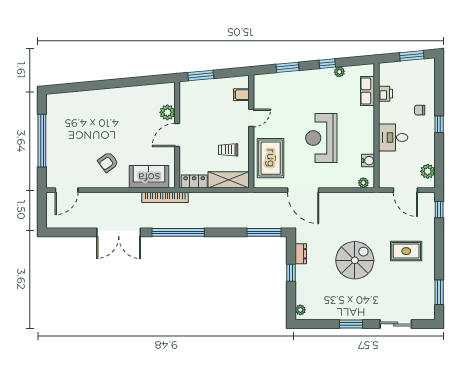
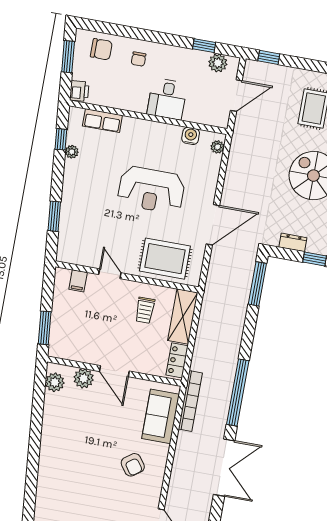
window: (327, 64) -> (61, 139), moved
chair: (422, 80) -> (101, 49), added
plant: (160, 91) -> (55, 382), added
printer: (385, 94) -> (79, 91), moved, turned 85
window: (439, 124) -> (204, 46), moved

